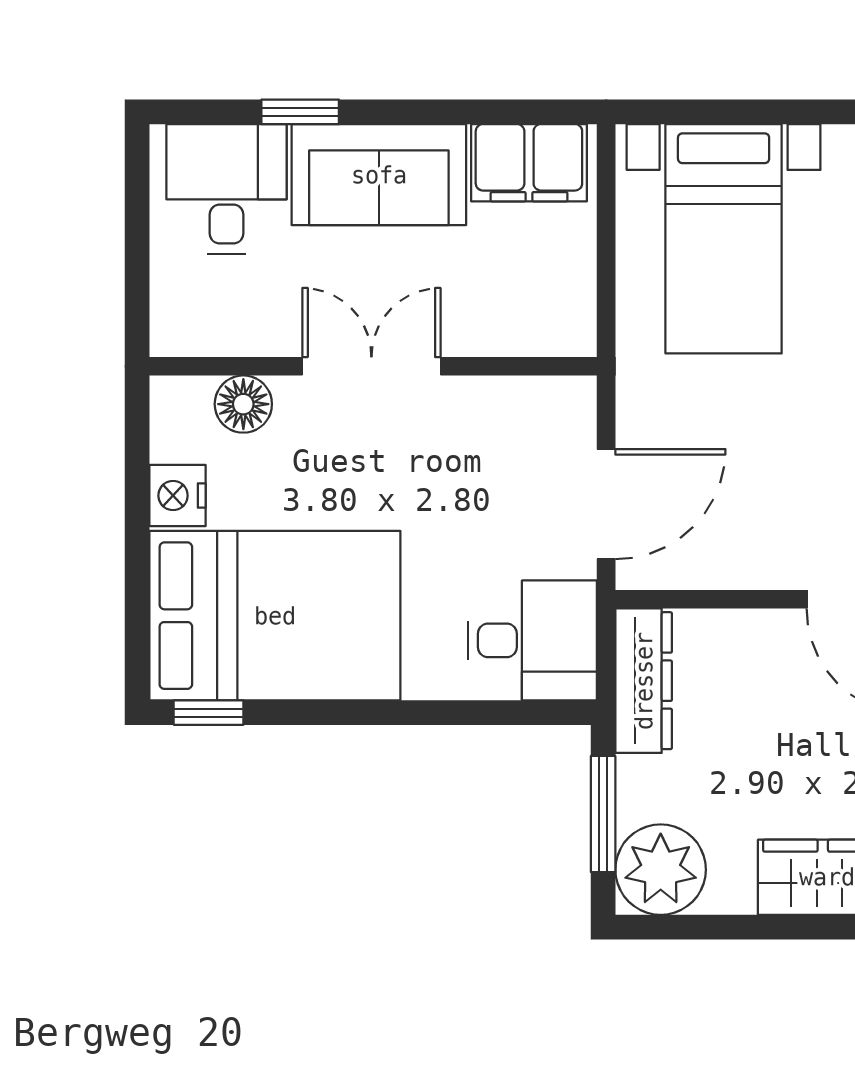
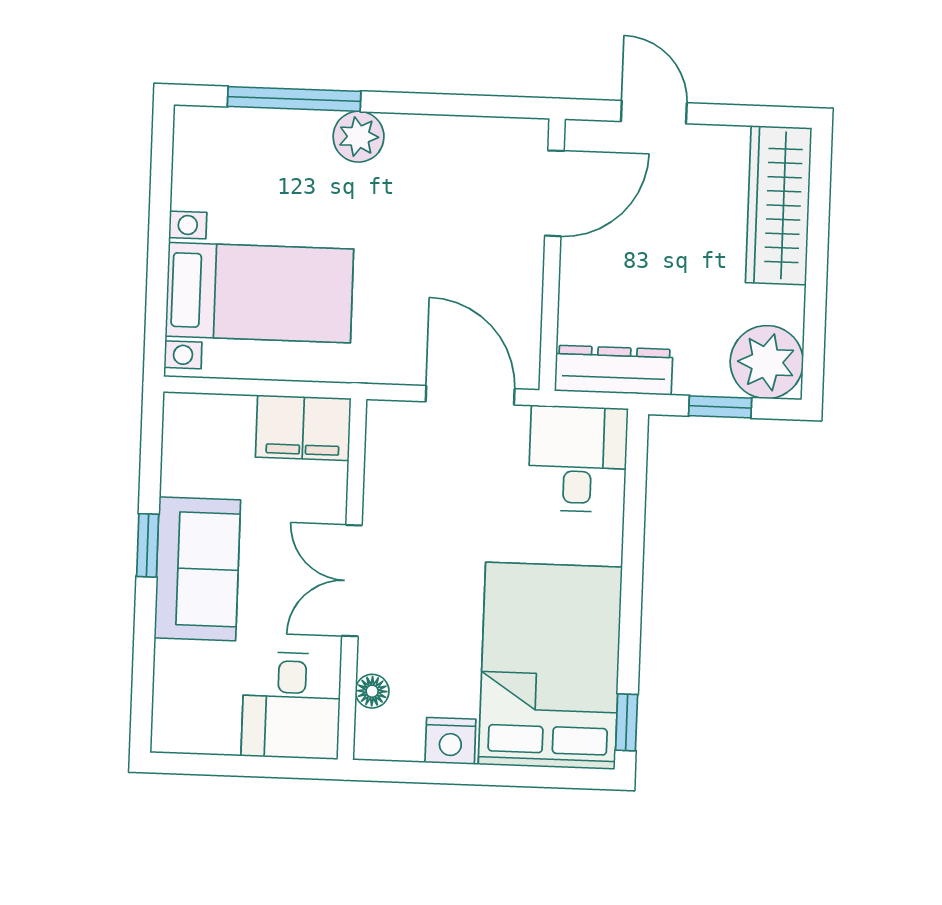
window: (300, 112) -> (148, 545), moved
filing cabinet: (529, 163) -> (303, 428), moved, turned 90
desk: (226, 189) -> (291, 705), moved, turned -90
floor lamp: (243, 404) -> (372, 691), width x0.73, depth x0.73
window: (603, 814) -> (720, 407), width x0.67

